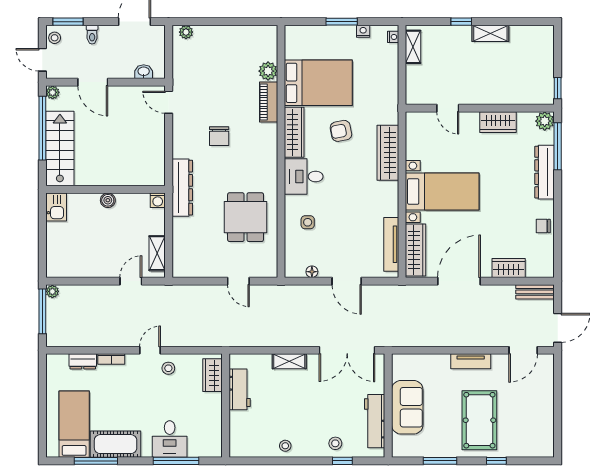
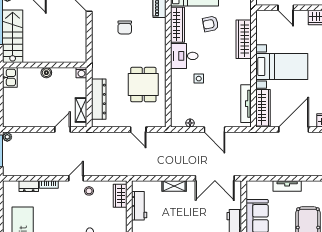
dresser: (182, 188) -> (99, 99), moved
side table: (308, 222) -> (199, 79), moved
tv unit: (471, 361) -> (287, 186), moved

